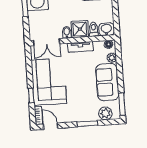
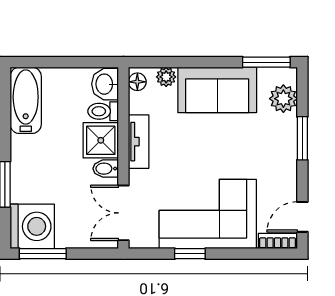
double door: (47, 42) -> (123, 213), swing flipped
window: (31, 95) -> (190, 254), moved

